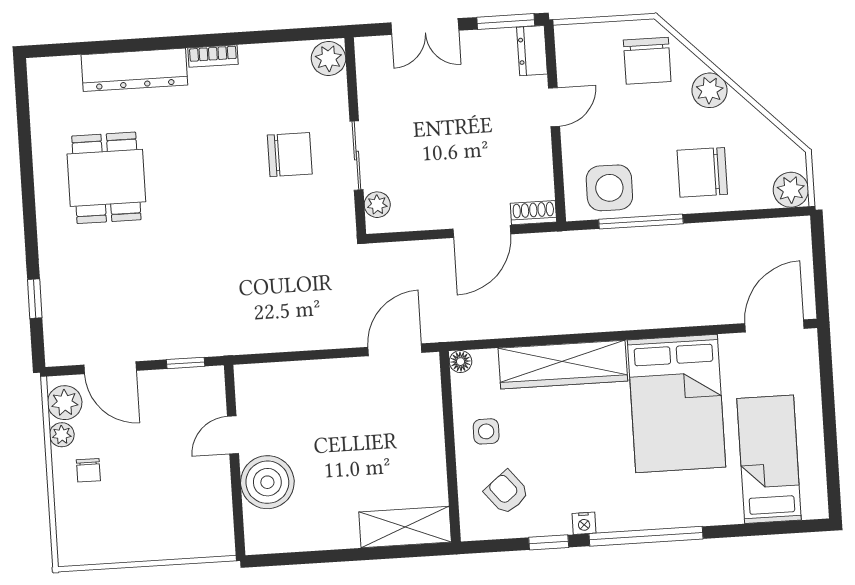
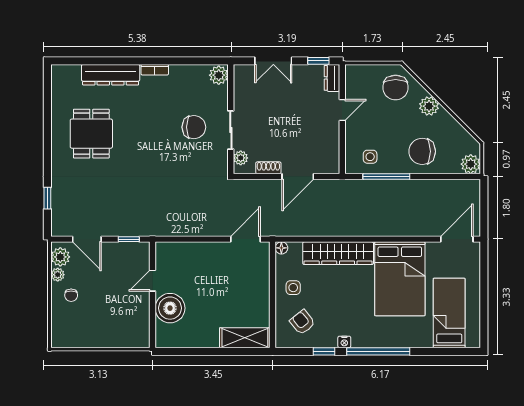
window: (506, 22) -> (318, 61), width x0.67
side table: (609, 188) -> (370, 157), width x0.54, depth x0.54
shoe rack: (533, 213) -> (268, 168), moved

